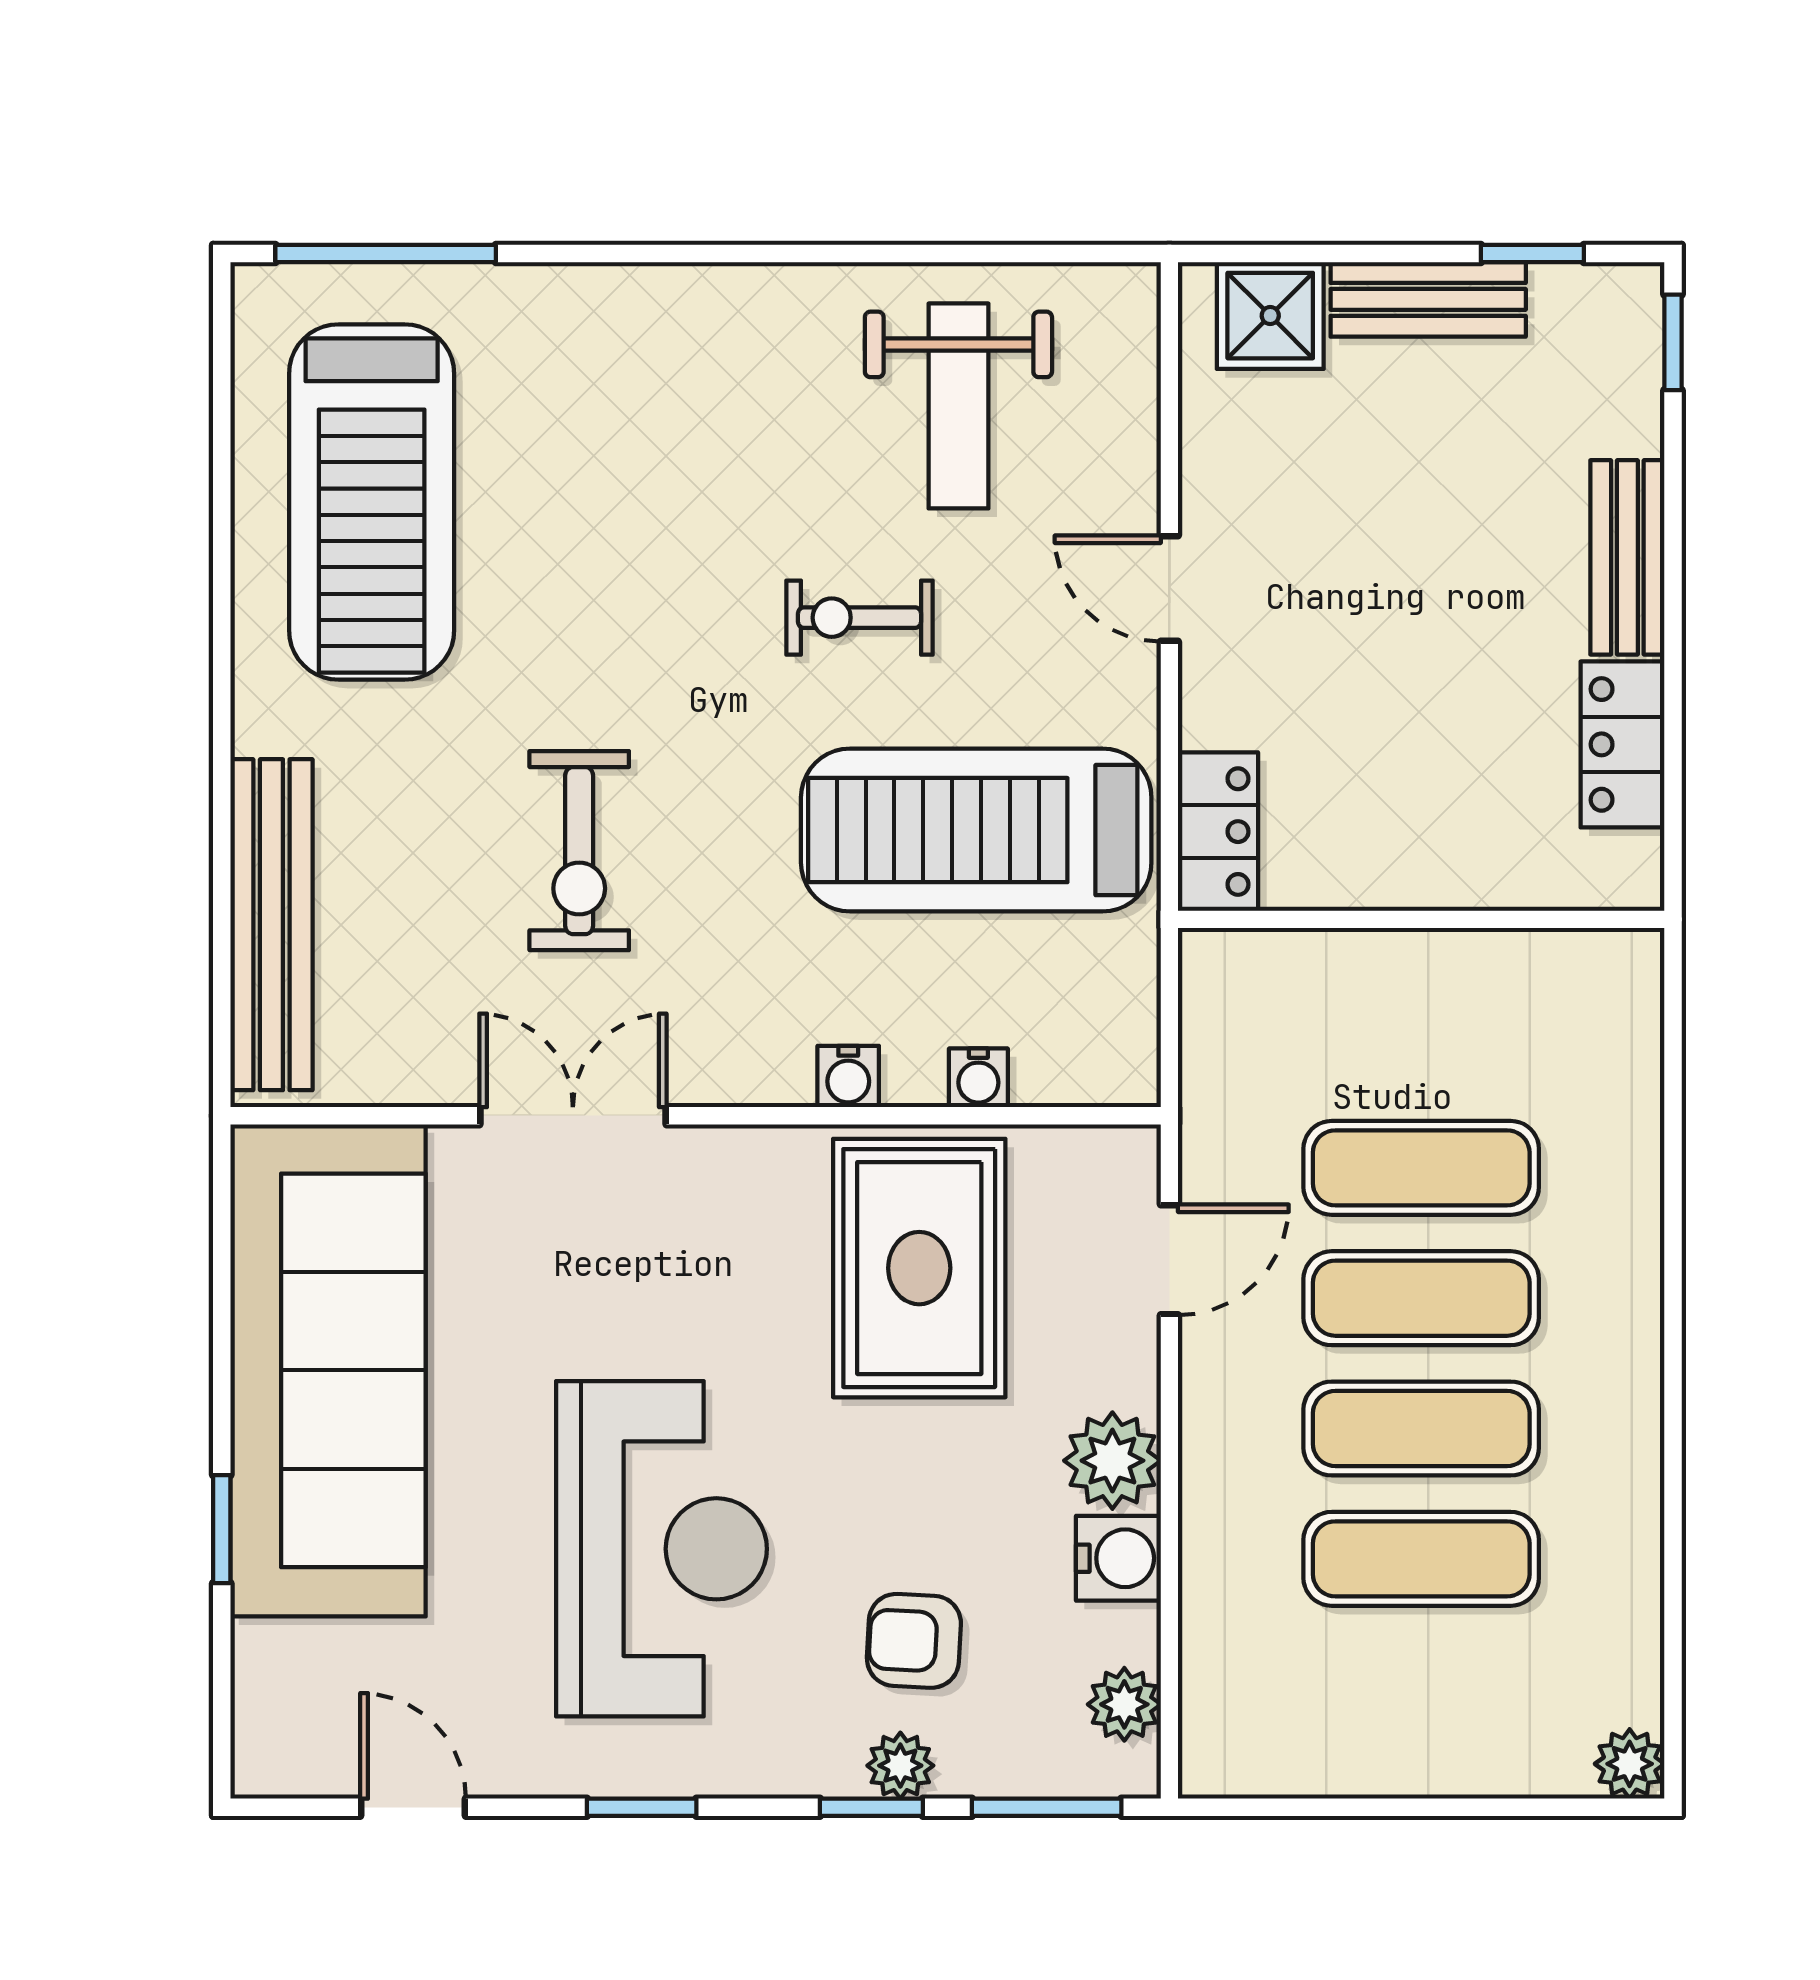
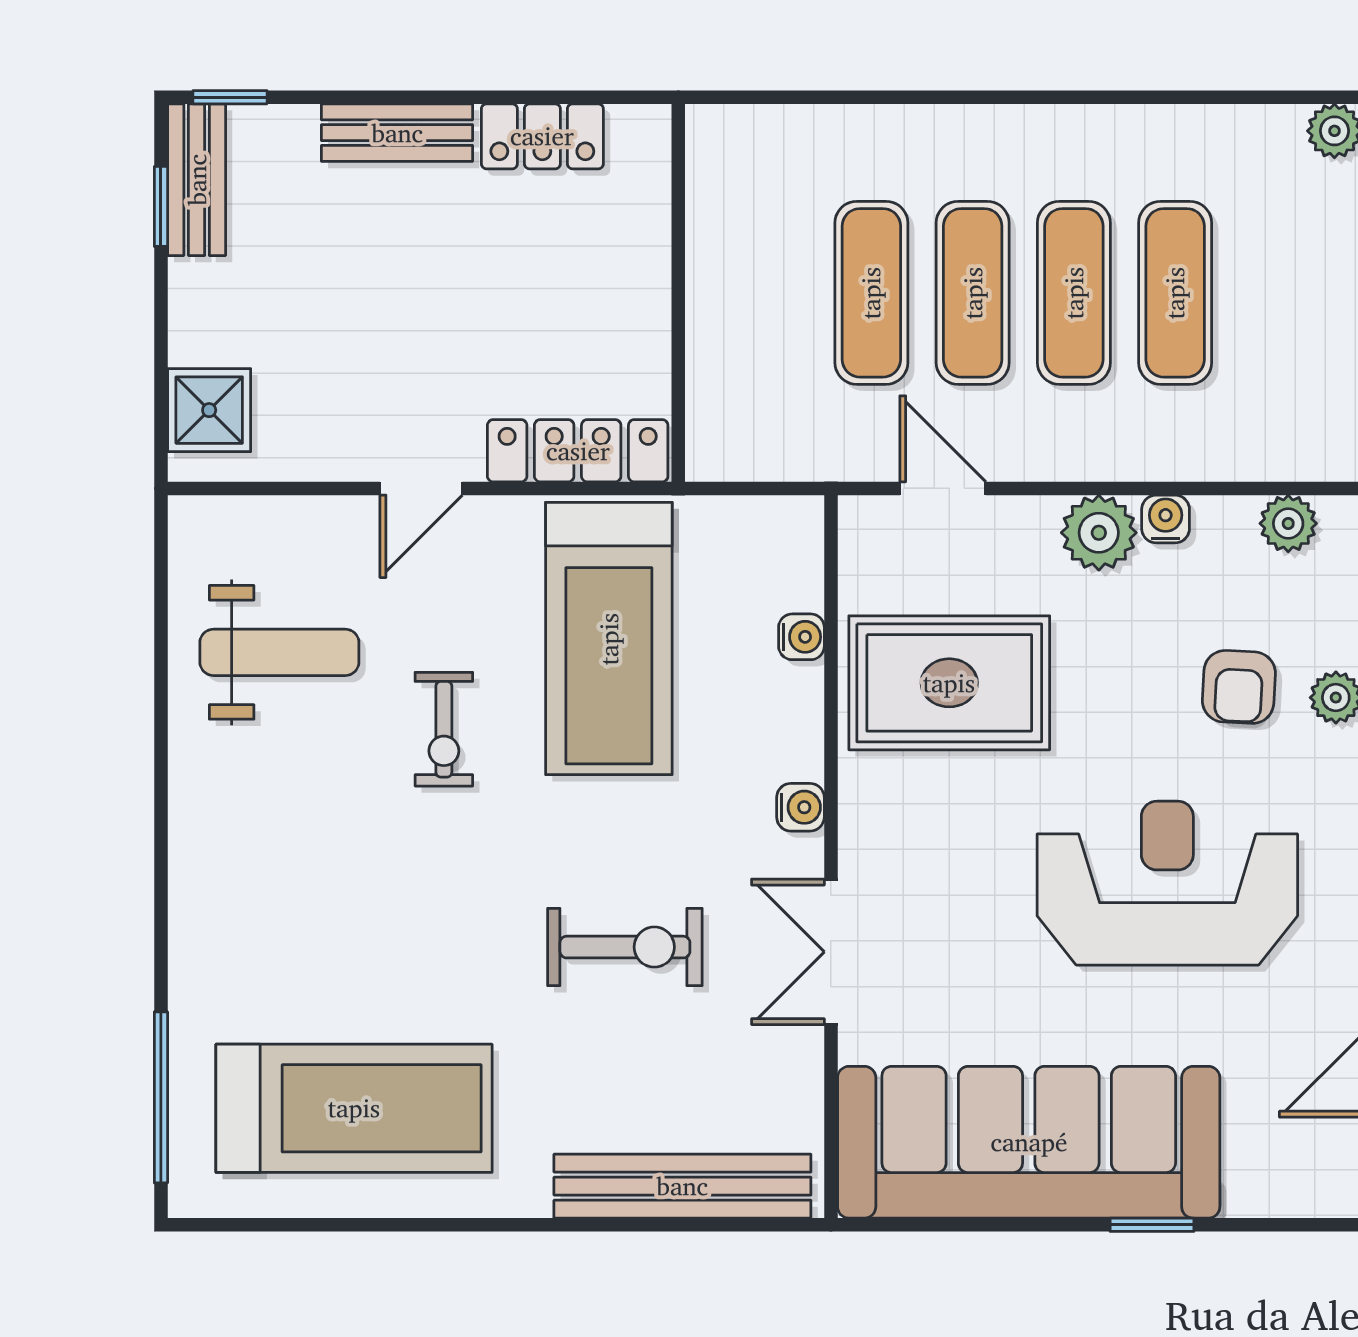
bench: (1428, 299) -> (197, 180), moved
locker: (1218, 832) -> (578, 451), width x1.53
water cooler: (848, 1077) -> (800, 807), moved
water cooler: (1118, 1558) -> (1166, 519), width x0.72, depth x0.72

